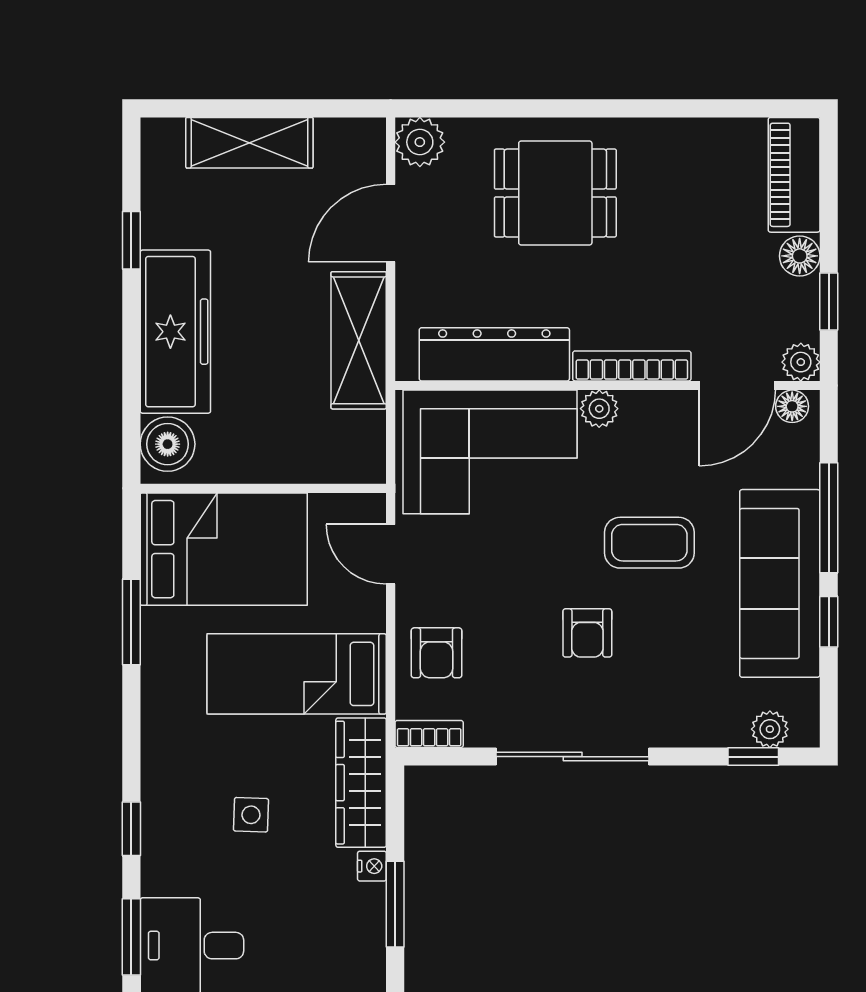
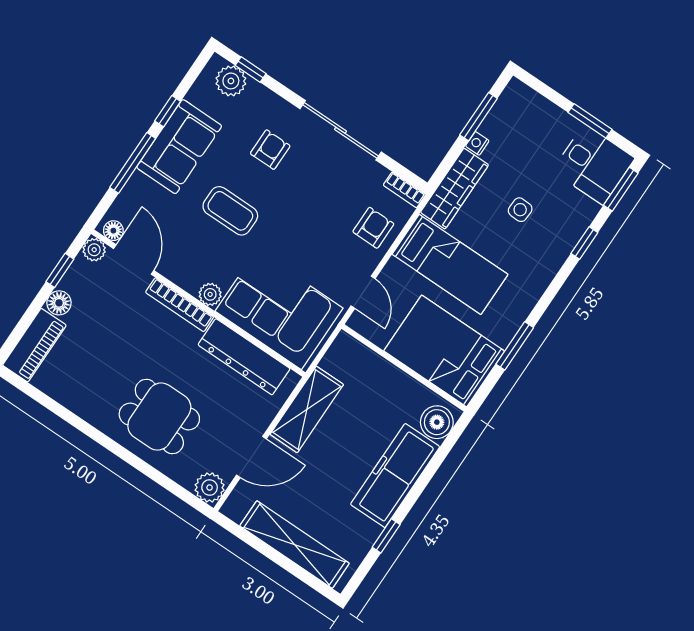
shelving: (249, 143) -> (295, 545), width x1.47
door: (737, 386) -> (134, 259), hinge flipped
sofa: (780, 583) -> (179, 147), width x0.73
armchair: (587, 633) -> (270, 150), moved
plant: (770, 729) -> (231, 81), width x1.38, depth x1.38

